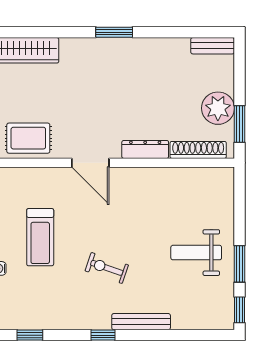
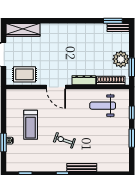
window: (114, 32) -> (113, 21), moved
weight bench: (196, 253) -> (103, 106), moved
window: (240, 310) -> (132, 113), moved

